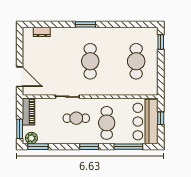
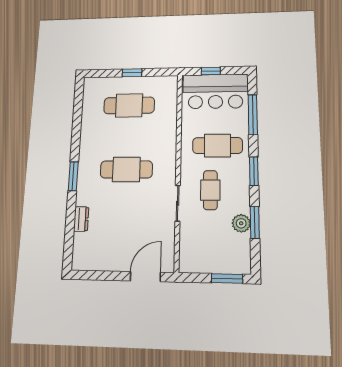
dresser: (42, 32) -> (81, 219), moved
window: (161, 42) -> (132, 73), moved
piano: (29, 112) -> (200, 264), removed
plant: (31, 138) -> (241, 223), moved
window: (38, 147) -> (255, 222), moved

